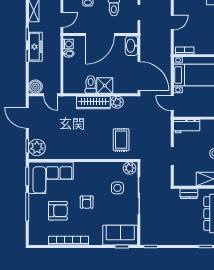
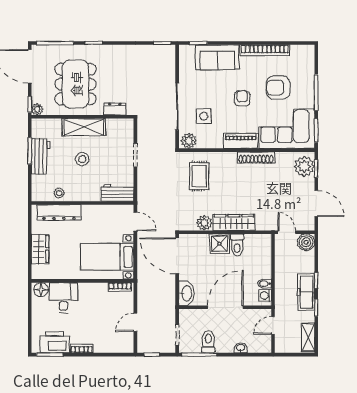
shoe rack: (76, 155) -> (256, 158), added
piano: (88, 168) -> (241, 141), added
sofa: (120, 235) -> (217, 57), moved

